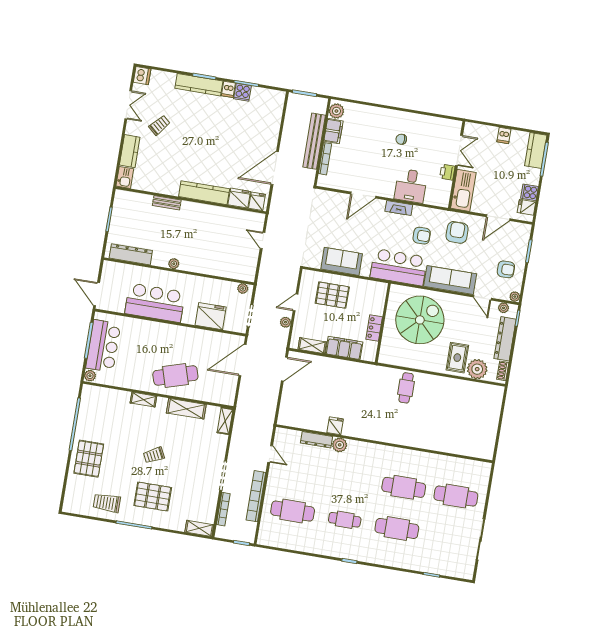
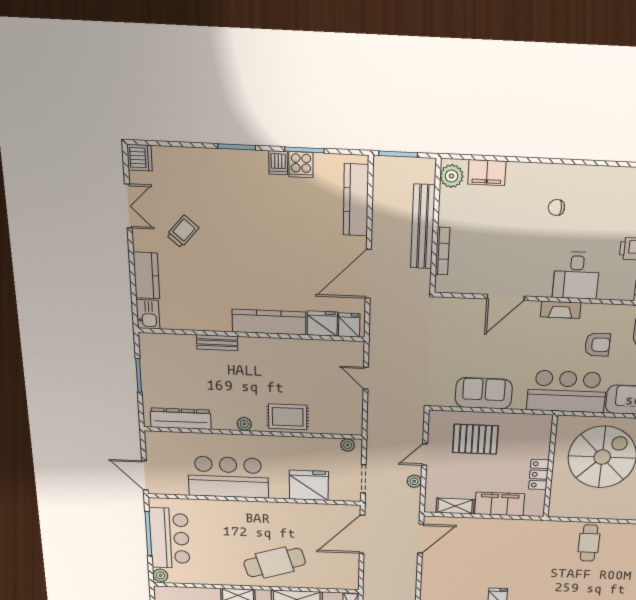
kitchen counter: (199, 85) -> (356, 200), moved, turned 90
filing cabinet: (333, 131) -> (487, 173), moved, turned 90
rug: (205, 262) -> (288, 417), added

